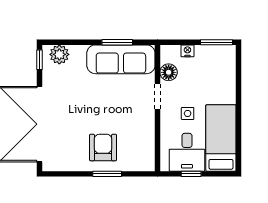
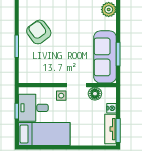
tv unit: (215, 52) -> (110, 129), added
side table: (188, 113) -> (61, 96), moved
armchair: (103, 147) -> (39, 32), moved, turned -126

